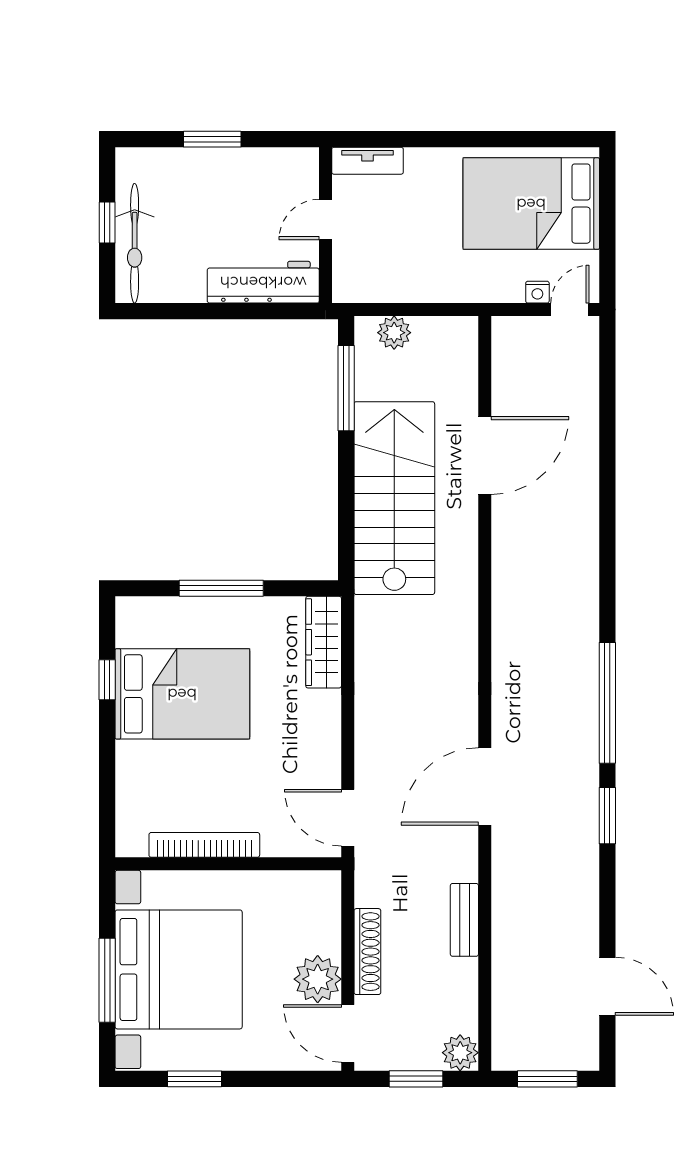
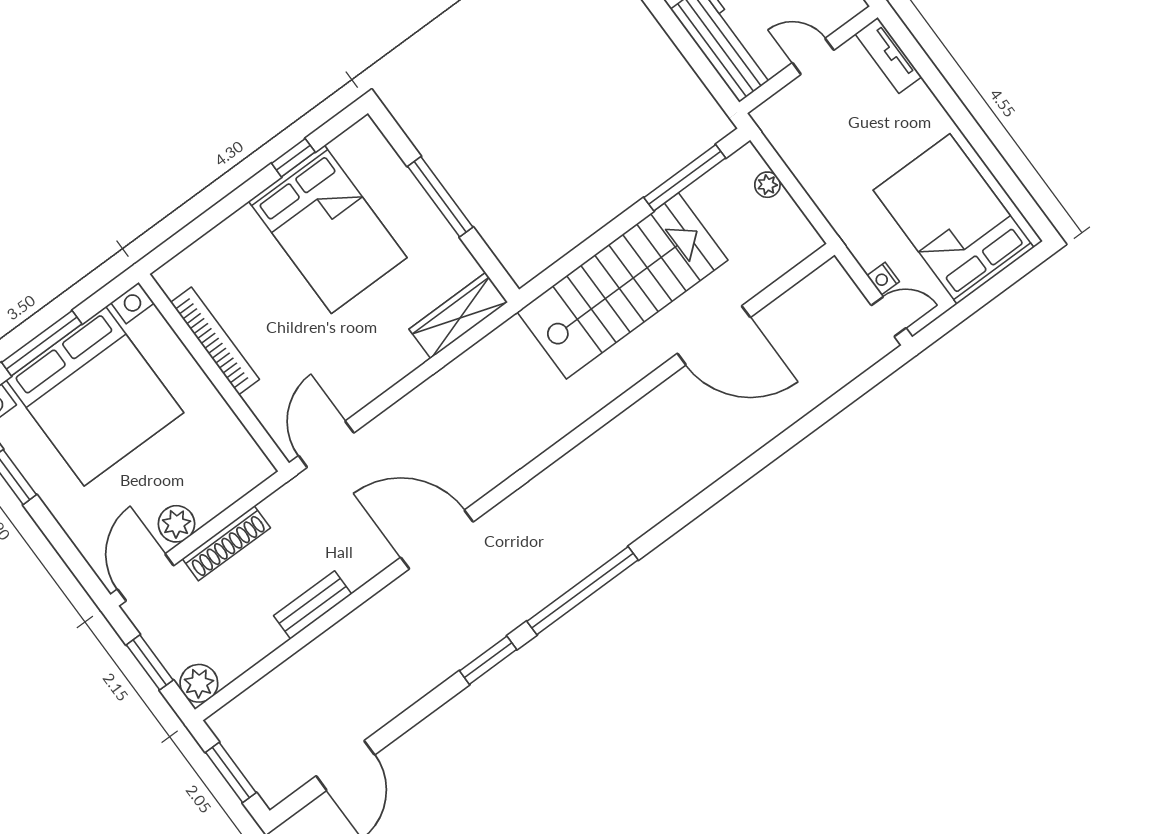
plant: (394, 333) -> (767, 185), width x0.73, depth x0.73
plant: (318, 979) -> (176, 524), width x0.73, depth x0.73

